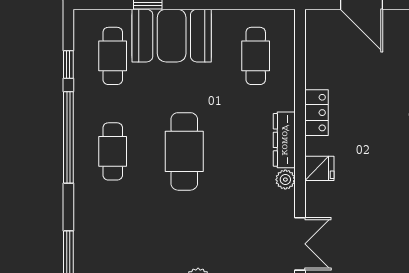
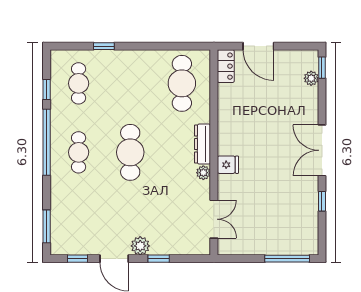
booth: (172, 36) -> (121, 69), removed
cafe table: (256, 56) -> (182, 83), width x1.37, depth x1.35
locker: (316, 113) -> (226, 66), moved

